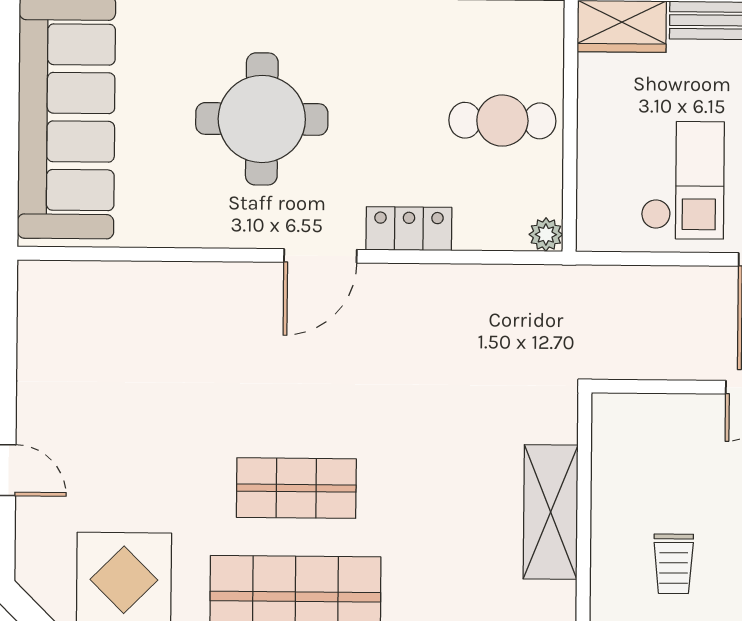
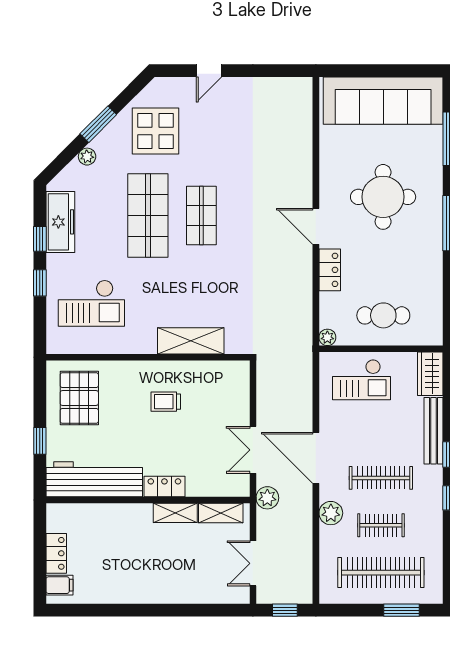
cafe table: (502, 121) -> (383, 315), turned 90
checkout: (683, 180) -> (362, 380), moved

